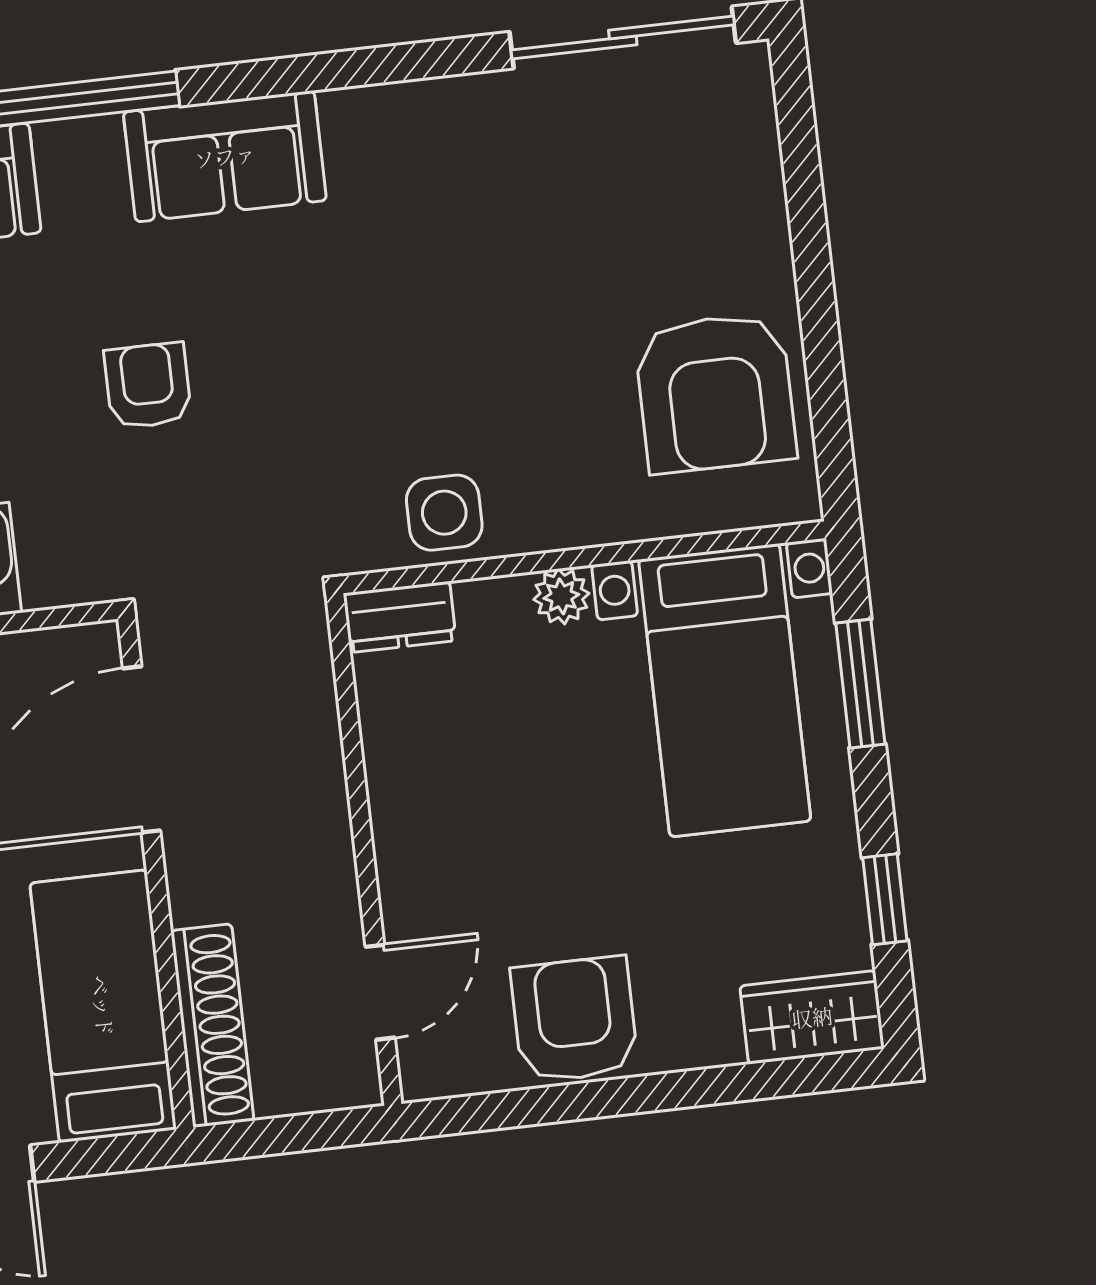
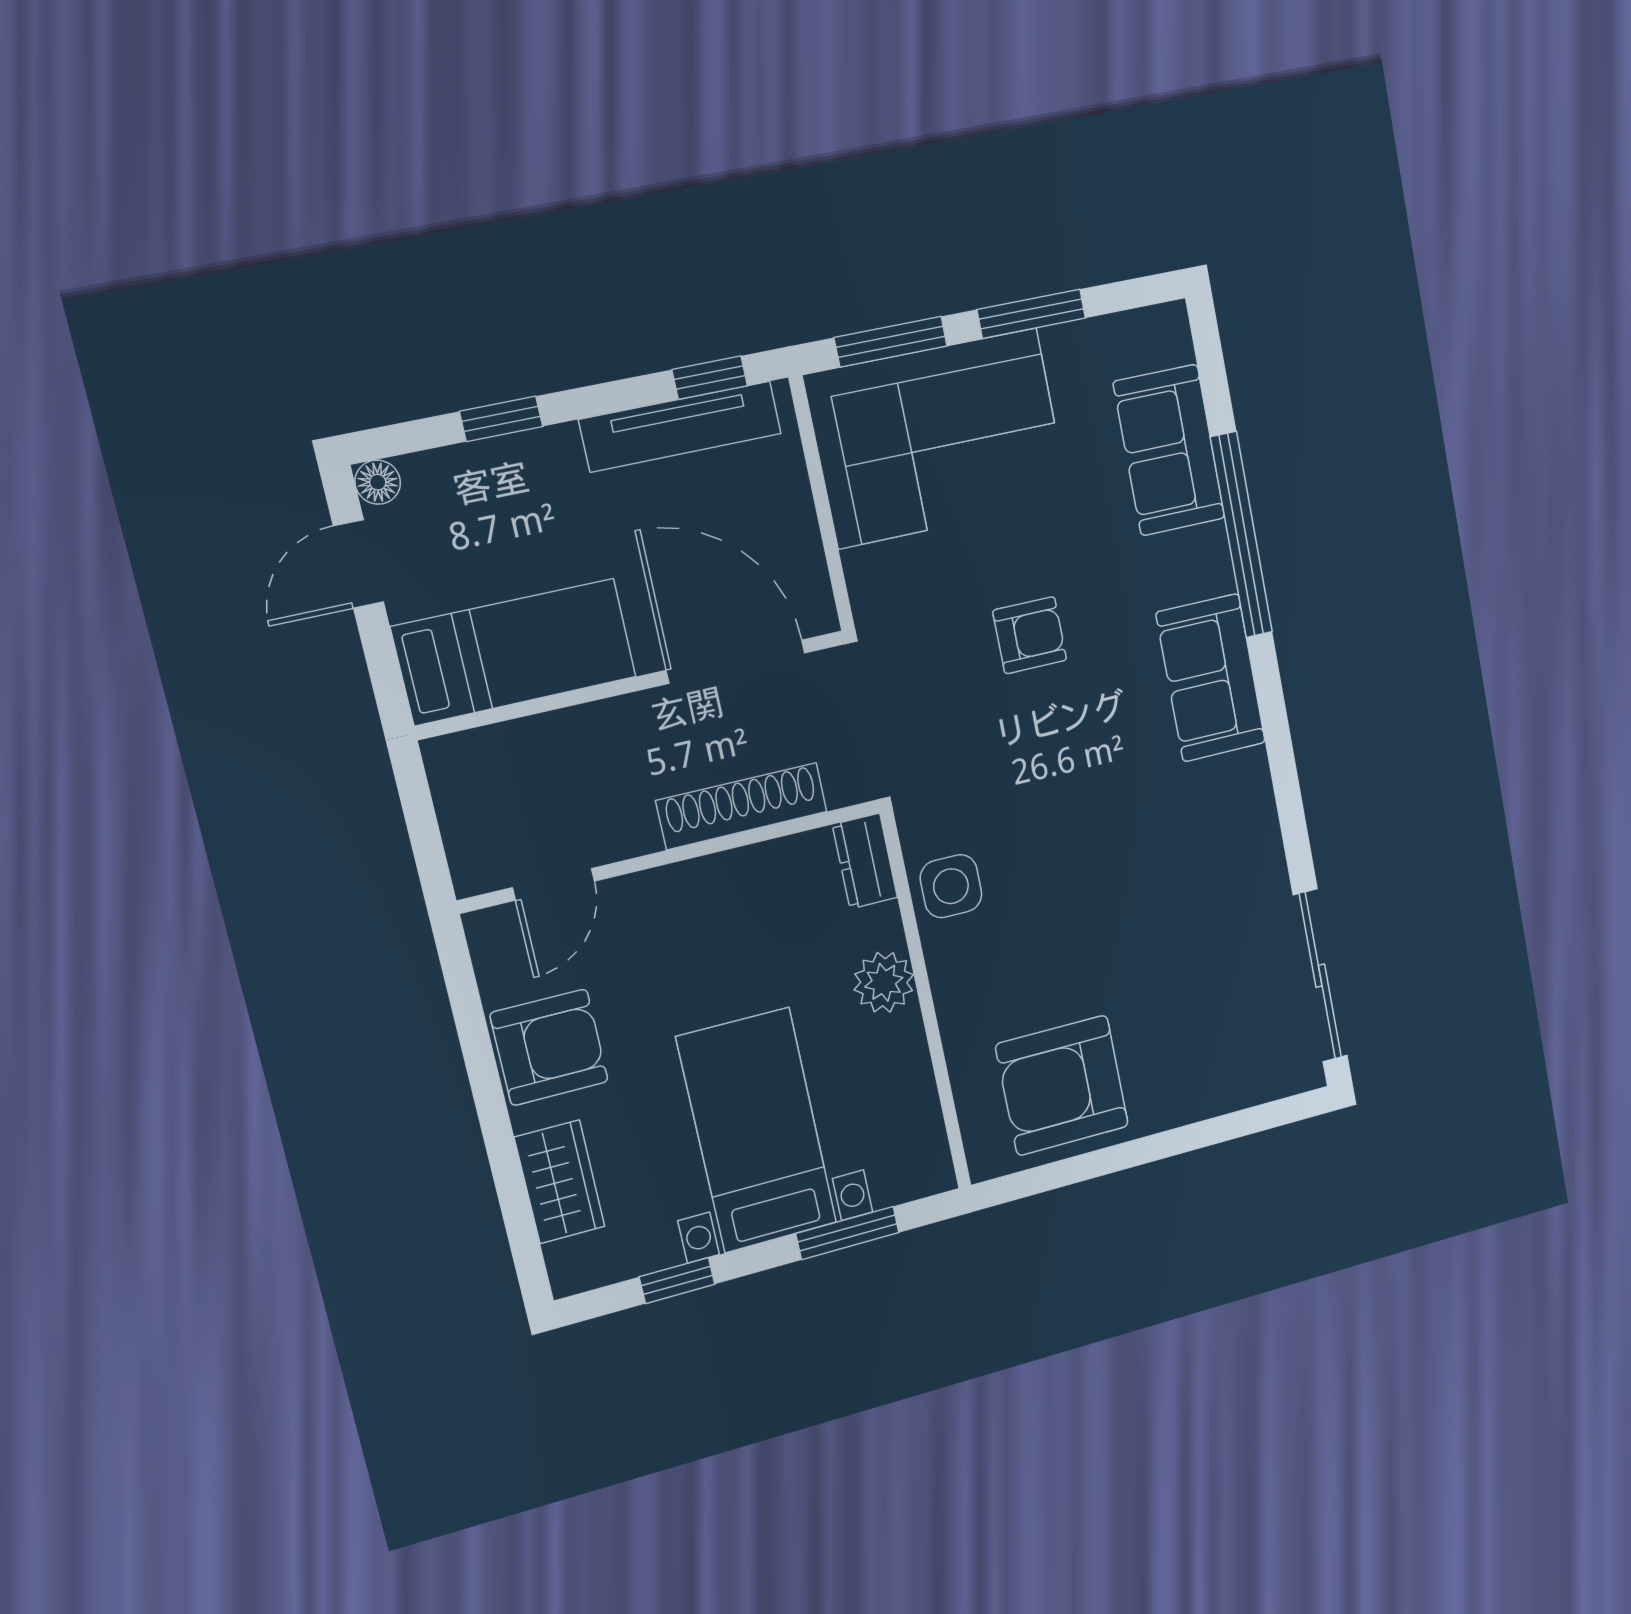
plant: (561, 596) -> (884, 982), width x1.38, depth x1.38
bed with nightstands: (725, 690) -> (757, 1131), moved, turned 90
door: (380, 992) -> (554, 884), hinge flipped
wardrobe: (812, 1017) -> (560, 1182), moved
shoe rack: (212, 1026) -> (742, 806), moved, turned 180

